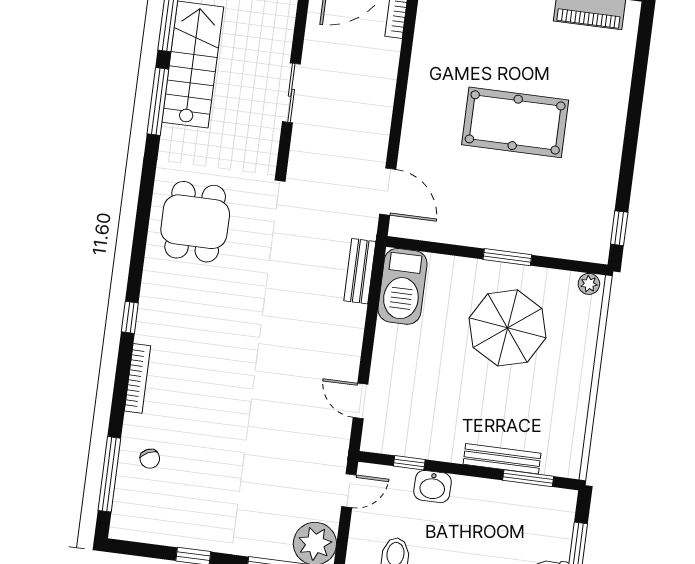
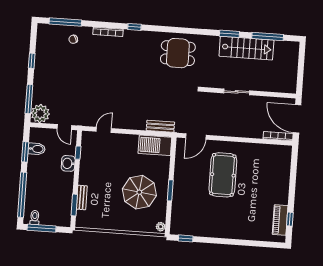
window: (158, 102) -> (229, 34), width x0.69
pool table: (515, 122) -> (223, 175), moved
bench: (502, 459) -> (82, 198), width x0.73

